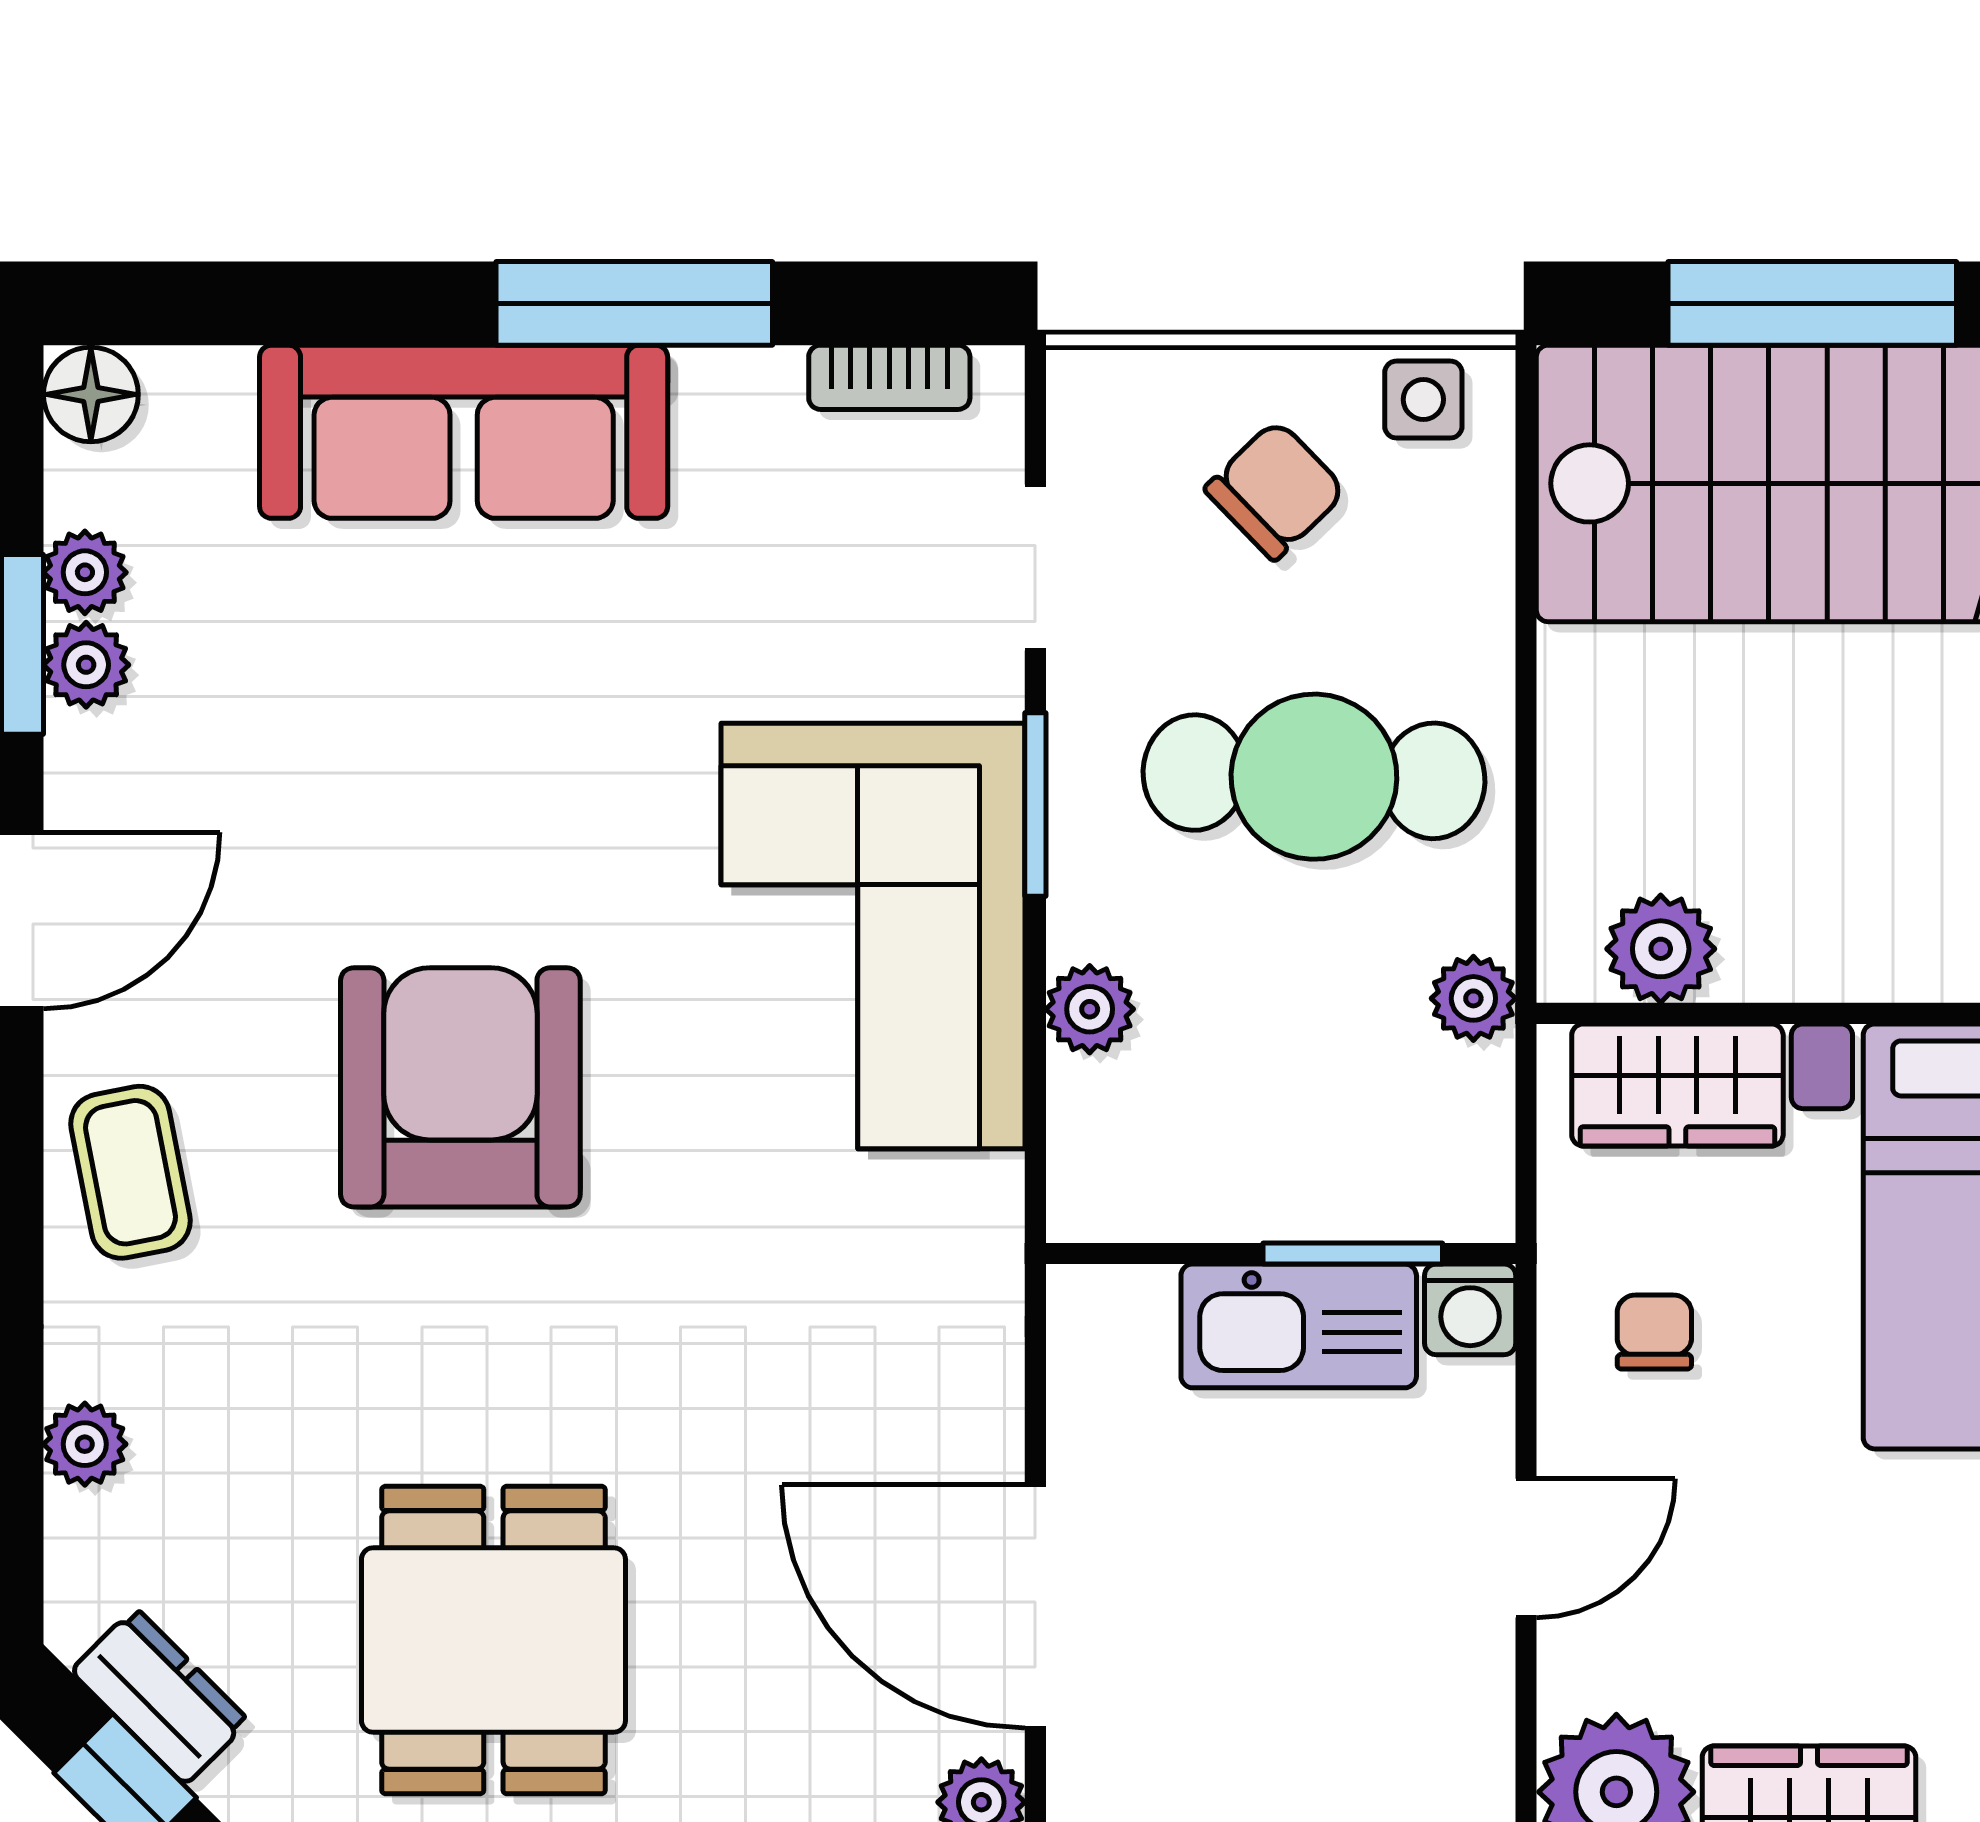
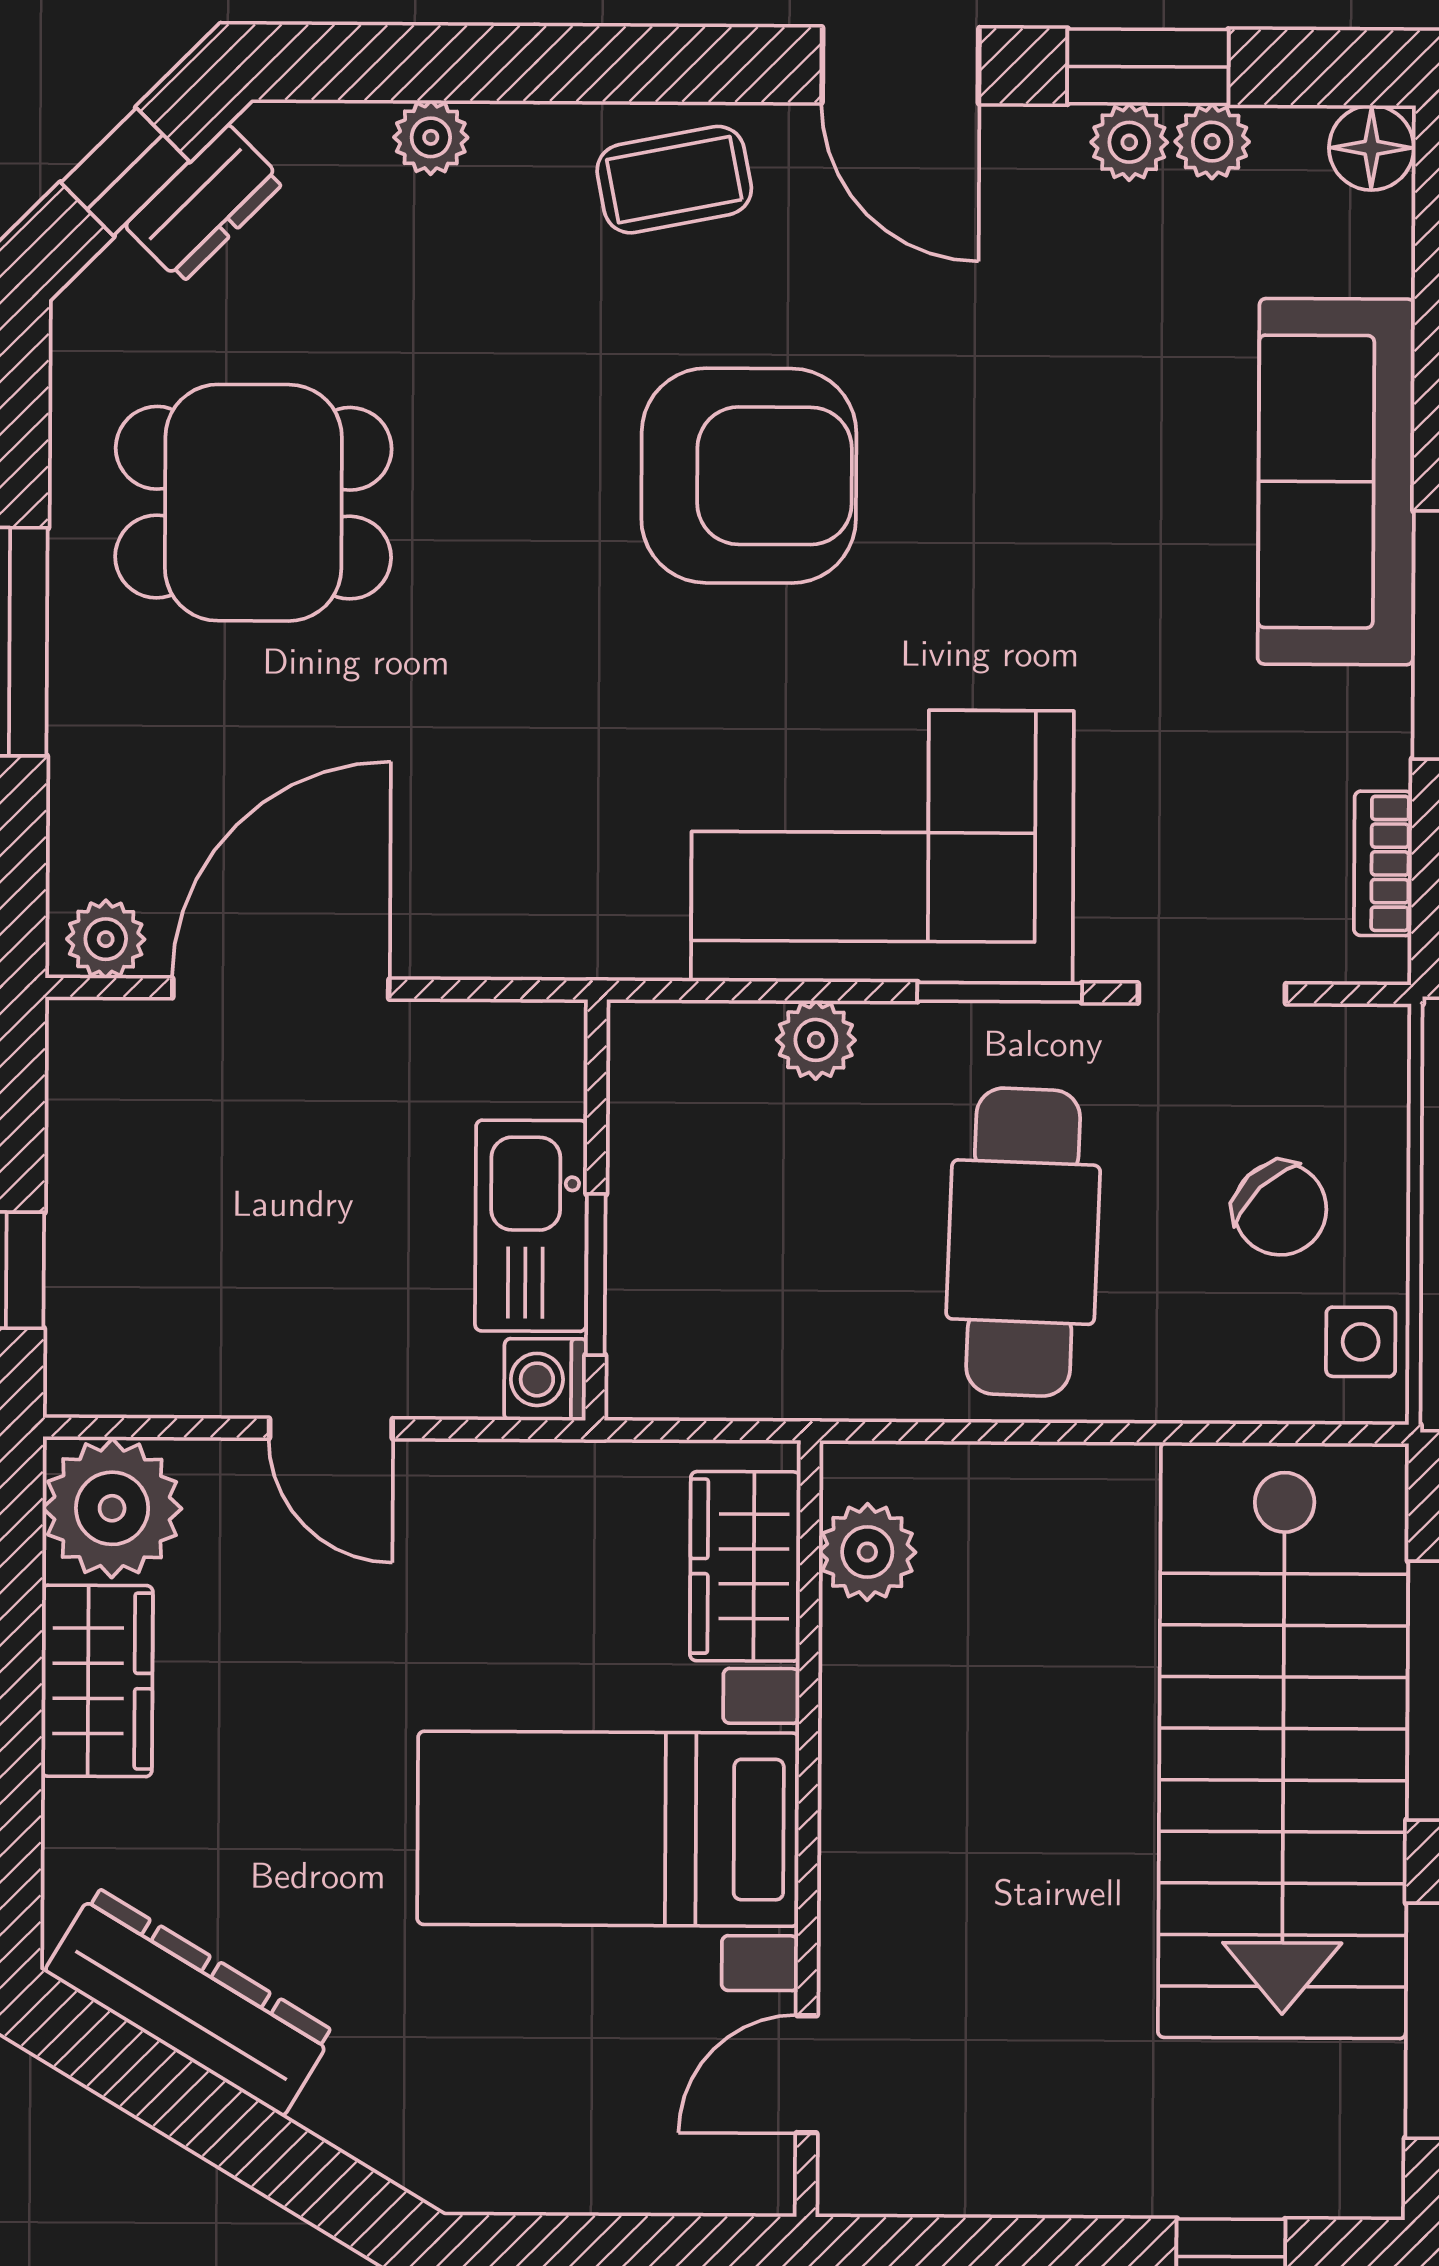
plant: (1473, 998) -> (824, 1384), removed
chair: (1654, 1332) -> (524, 1545), removed

